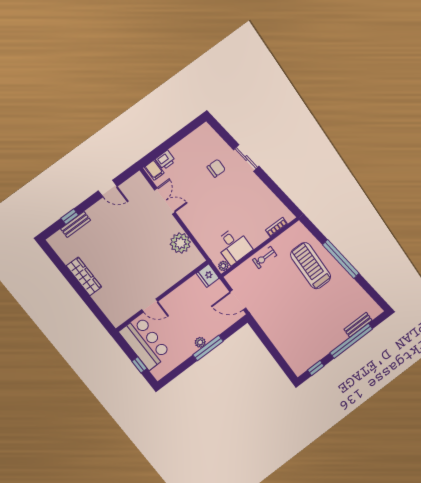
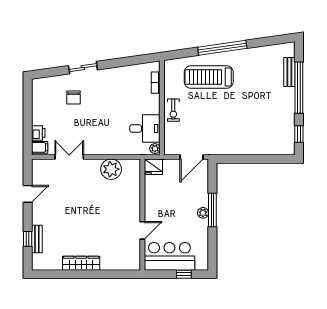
chair: (216, 168) -> (73, 98), turned 180

